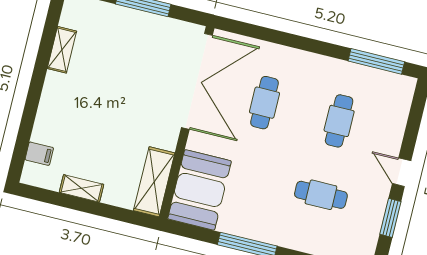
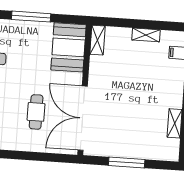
shelving: (154, 182) -> (97, 40), width x0.67, depth x0.75

